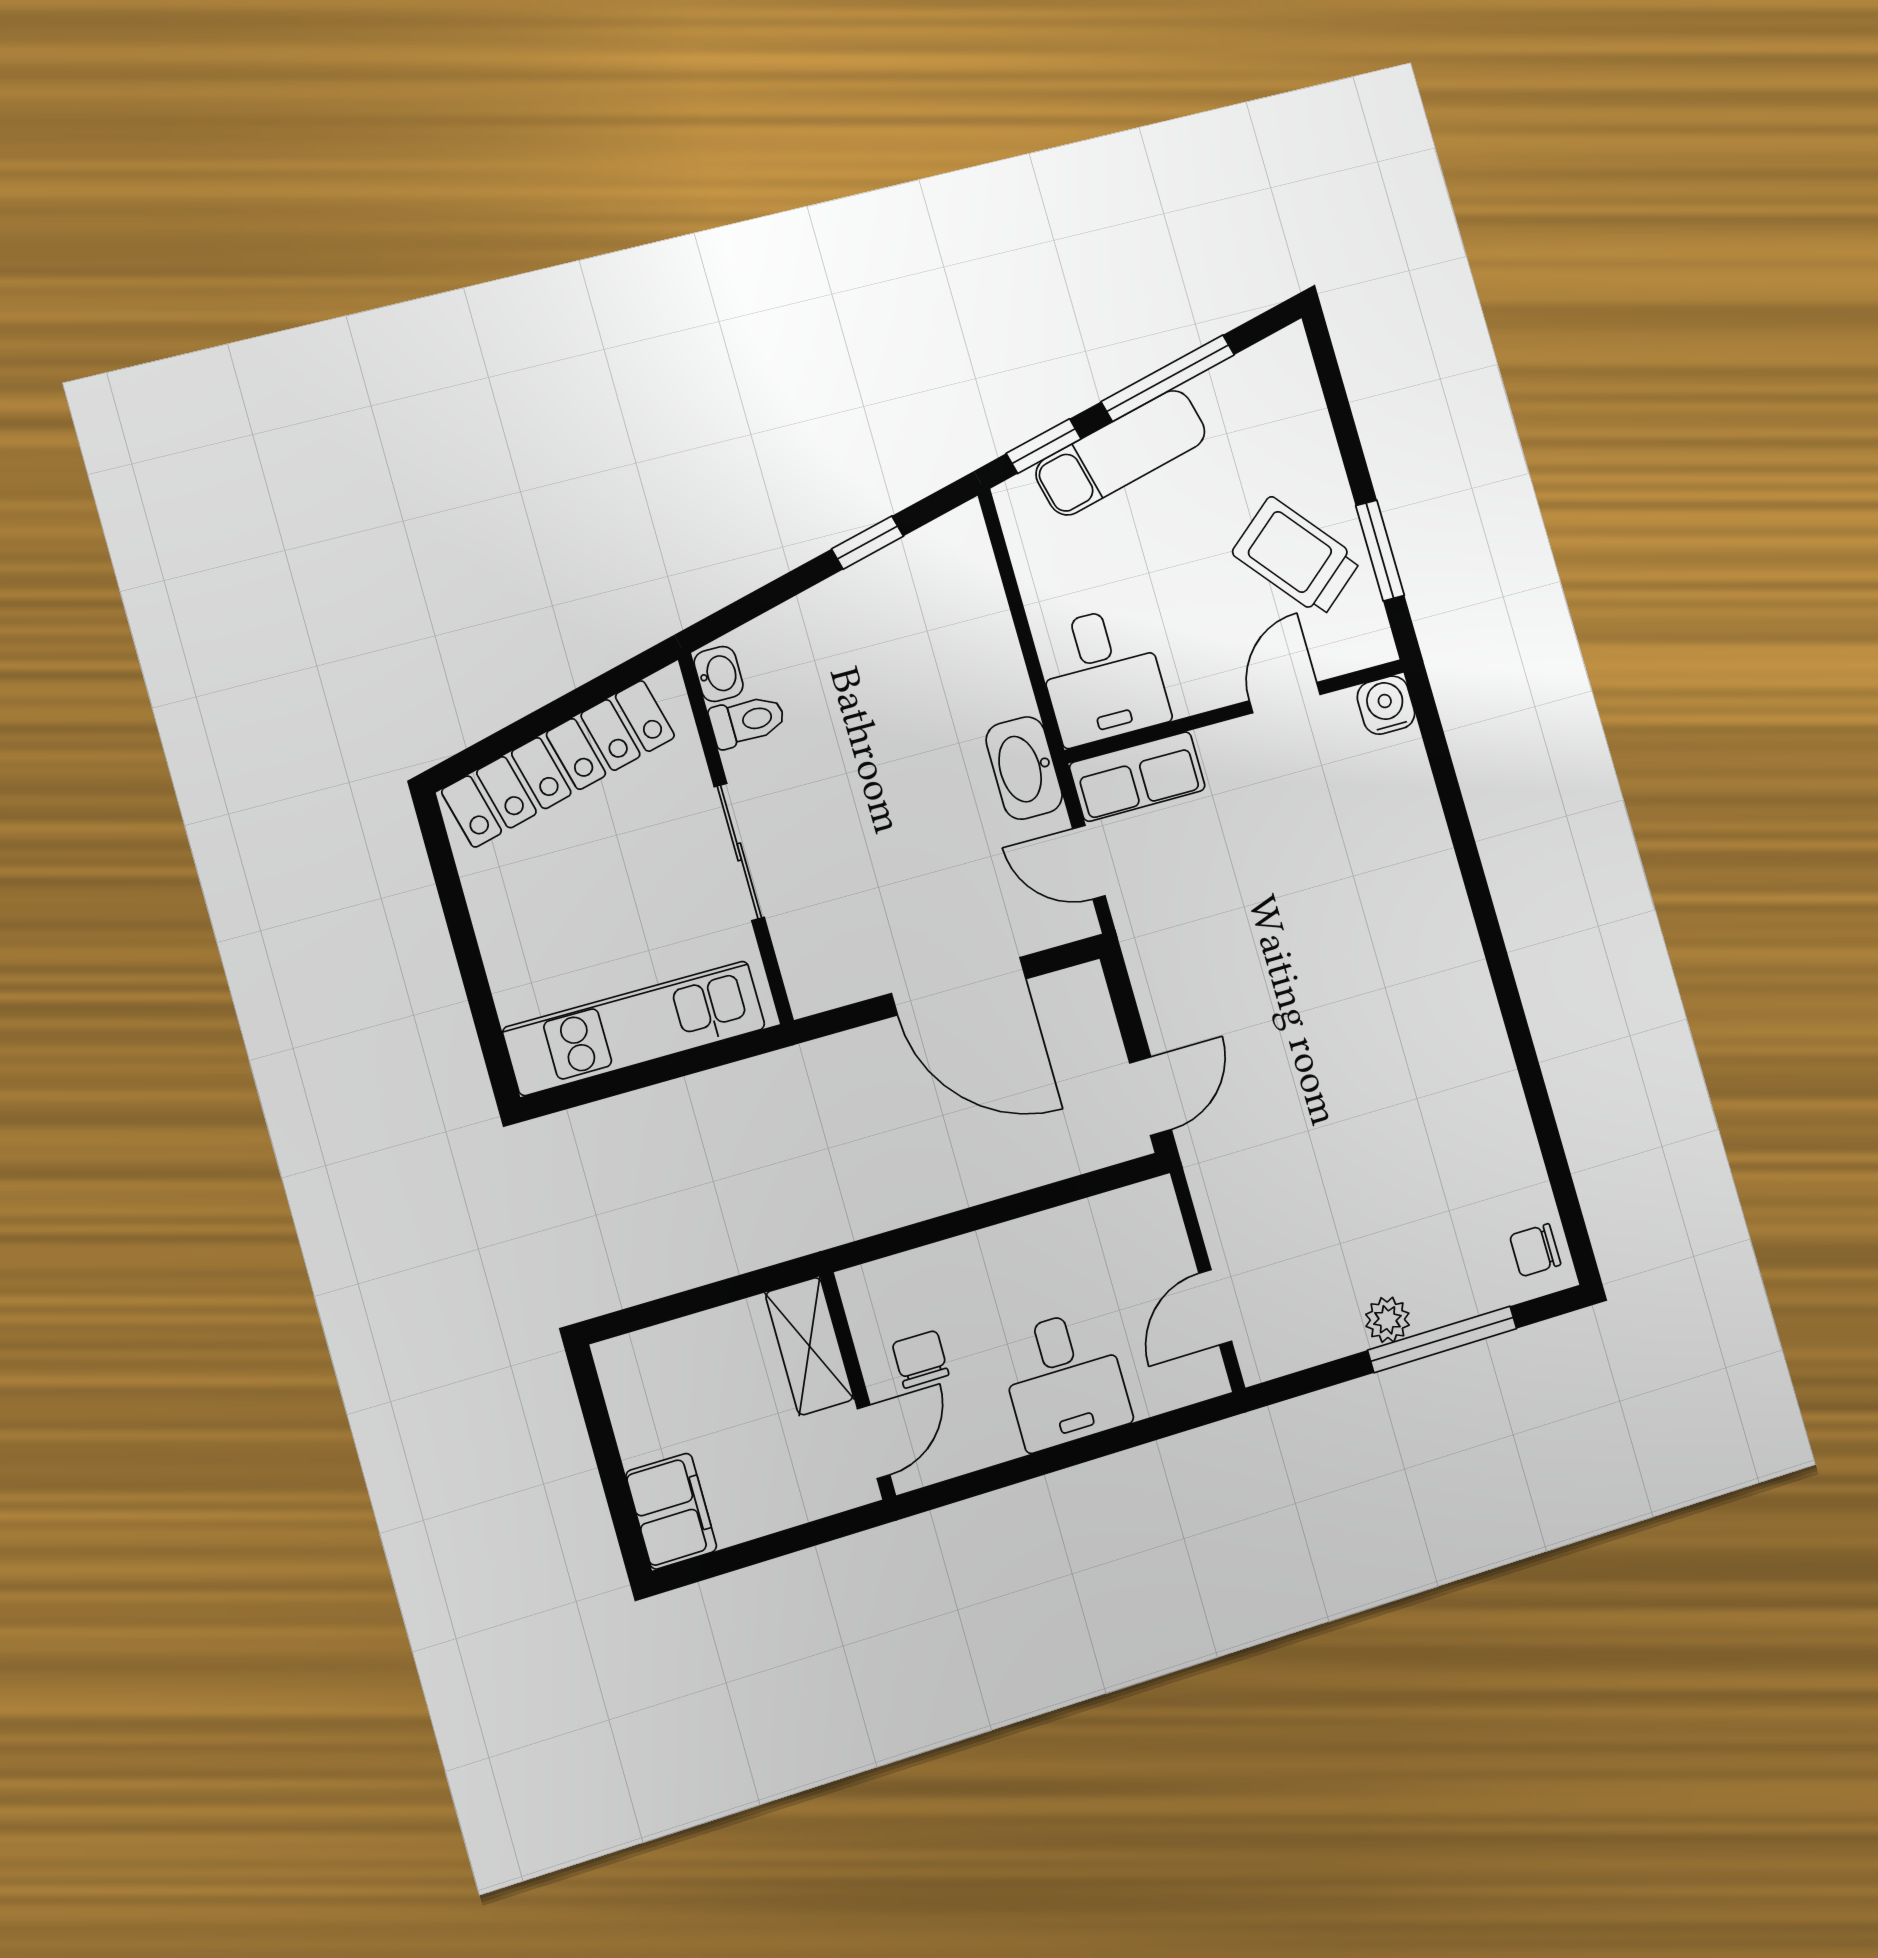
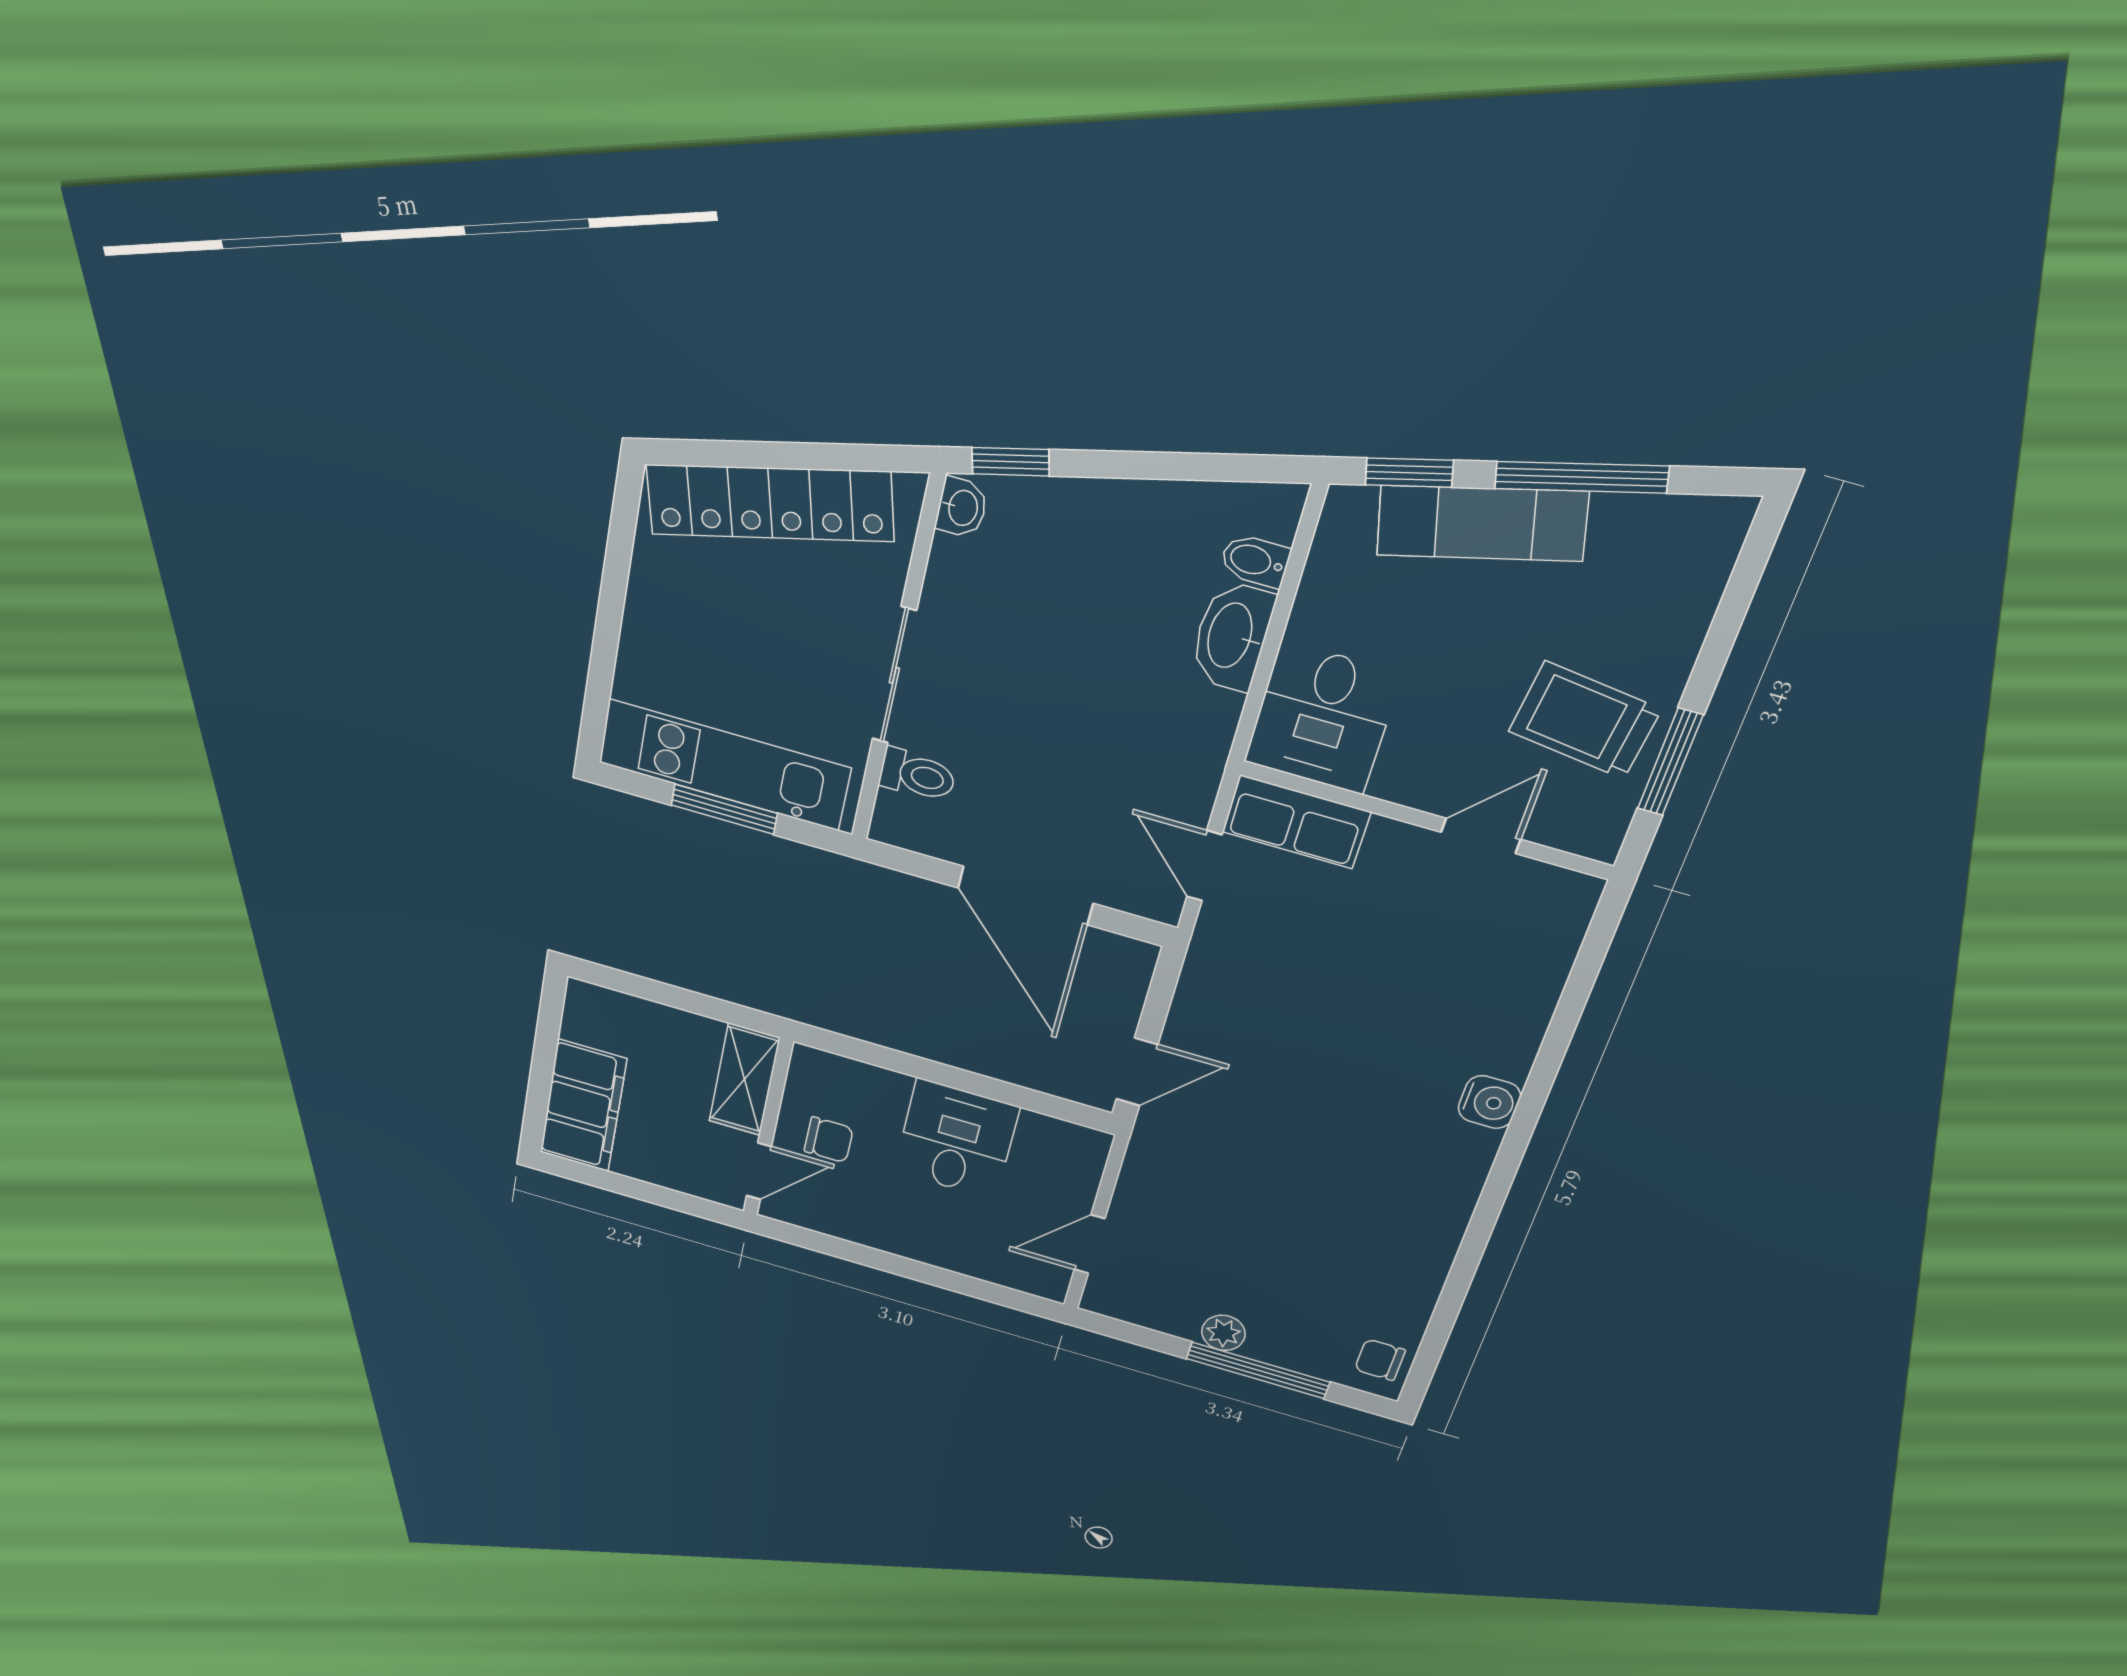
window: (868, 543) -> (1011, 462), moved
trolley: (1296, 557) -> (1585, 720), turned -43
bidet: (972, 580) -> (1255, 561), added
water cooler: (1386, 705) -> (1489, 1102), moved, turned 90
toilet: (747, 721) -> (917, 775), moved
washbasin: (1024, 768) -> (1232, 636), moved
window: (655, 1072) -> (724, 809), added
chair: (920, 1359) -> (829, 1140), turned 90
desk: (1064, 1379) -> (956, 1139), moved, turned 180
filing cabinet: (671, 1511) -> (583, 1106), width x1.50, depth x1.17

